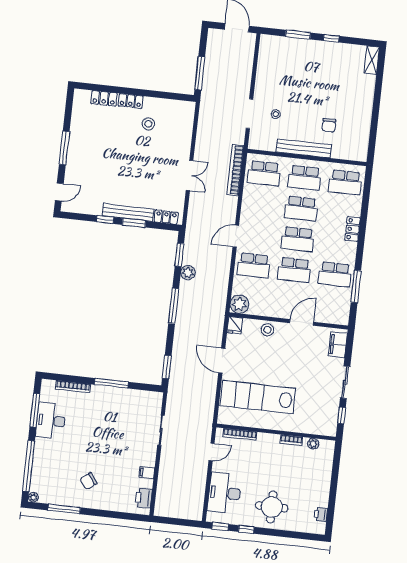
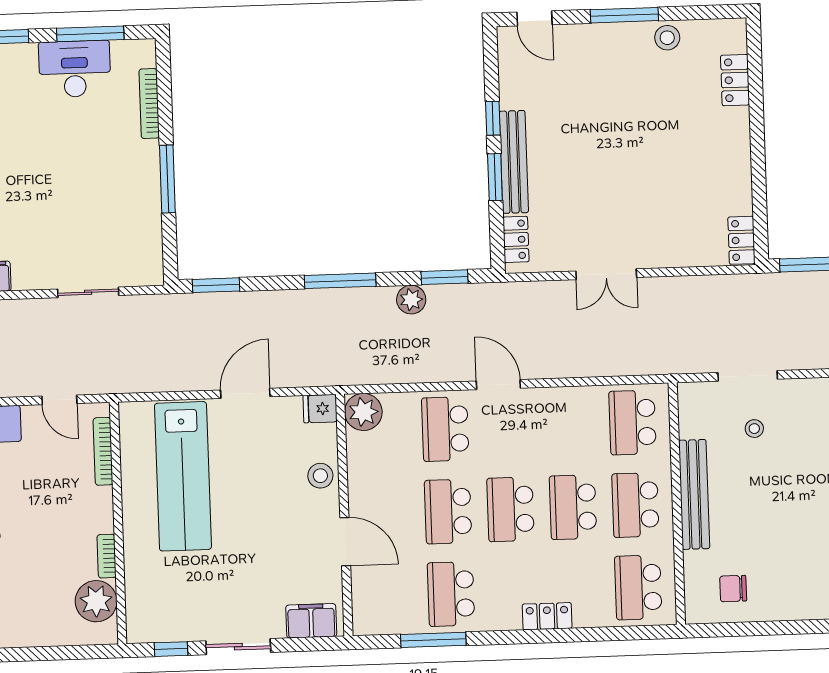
locker: (131, 101) -> (741, 240), moved
stool: (148, 124) -> (667, 38), moved
chair: (329, 125) -> (733, 589), moved
bookcase: (235, 170) -> (631, 364), removed
lab bench: (258, 397) -> (183, 476), turned 180
plant: (313, 444) -> (96, 601), width x1.87, depth x1.87

